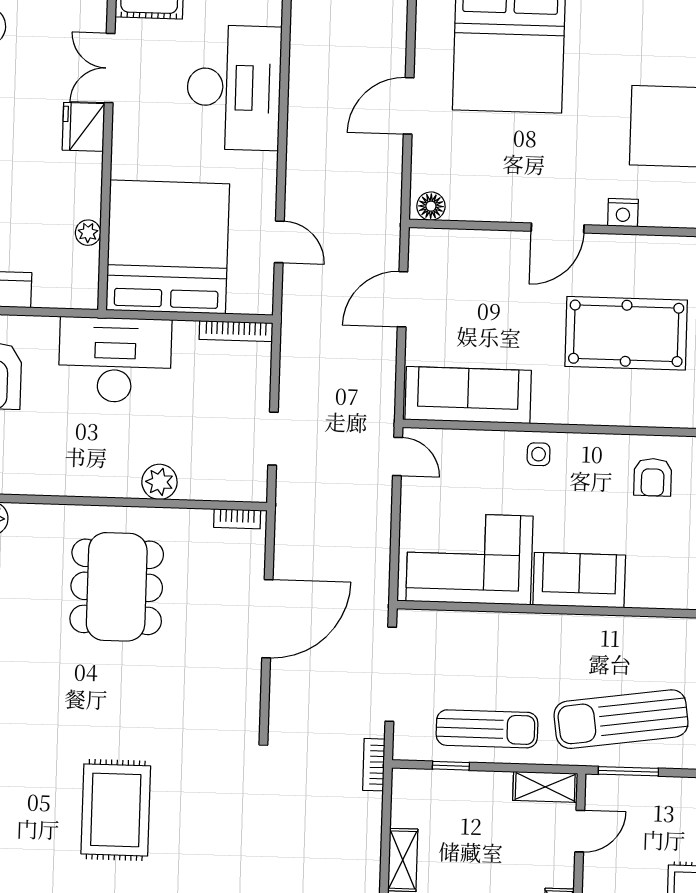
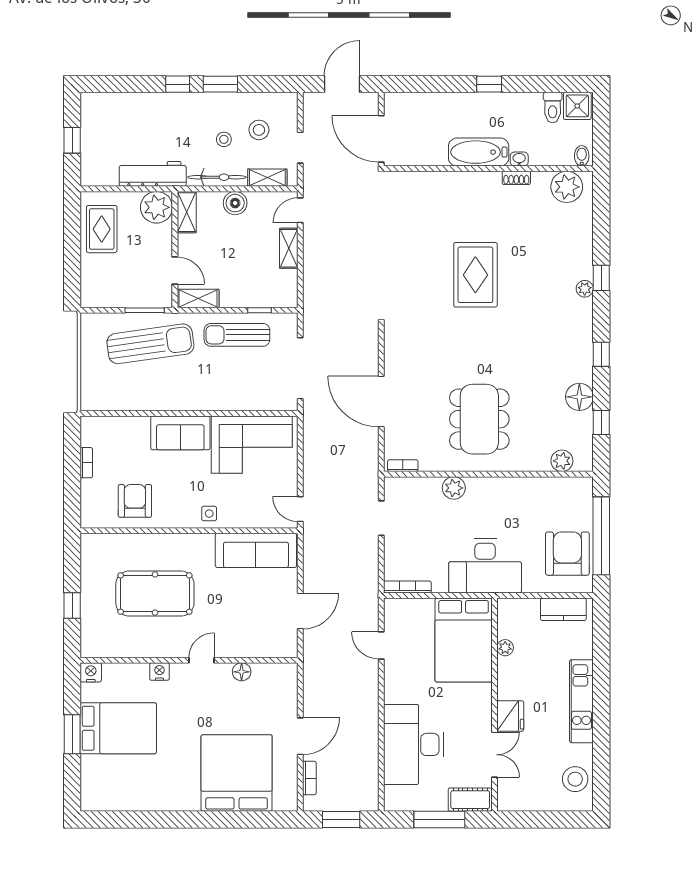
floor lamp: (431, 206) -> (242, 672), moved
door: (558, 228) -> (201, 660), width x0.73
bed: (168, 247) -> (464, 640), width x0.73
armchair: (653, 477) -> (135, 501), width x1.38, depth x1.38
door: (267, 619) -> (381, 402), hinge flipped
bookcase: (374, 765) -> (309, 778), moved
door: (580, 831) -> (175, 270), swing flipped

